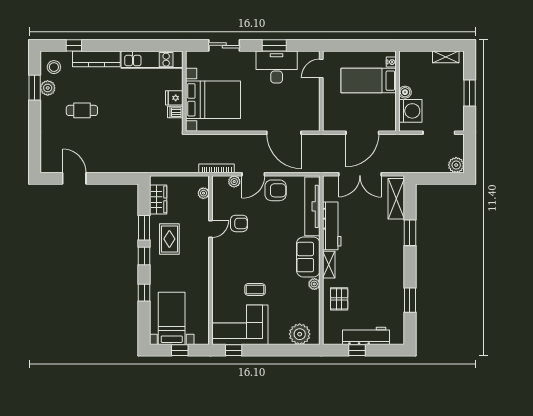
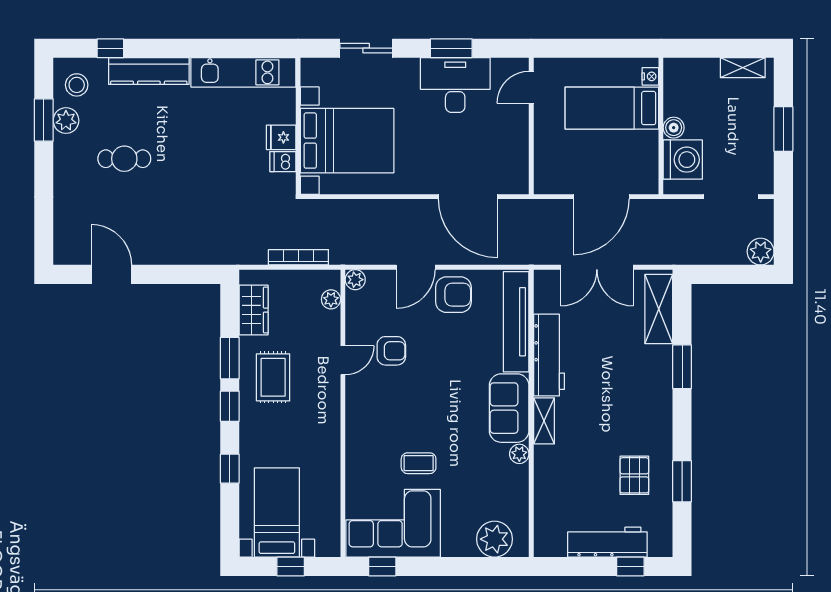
bookcase: (217, 168) -> (298, 257), moved
plant: (234, 182) -> (355, 280), moved
pallet: (339, 299) -> (634, 475), moved
window: (357, 350) -> (630, 566), moved

